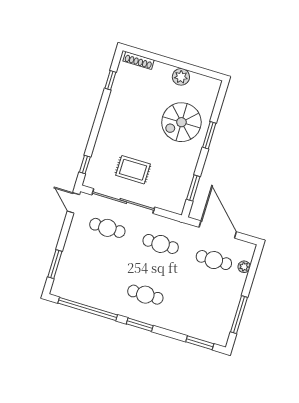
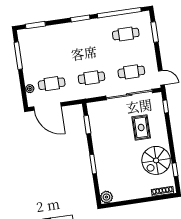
plant: (181, 77) -> (106, 197), moved
spiral stairs: (181, 122) -> (156, 160), moved, turned 180
rug: (133, 170) -> (141, 127), moved, turned 90
door: (218, 229) -> (47, 107), moved
cafe table: (145, 295) -> (126, 34), moved

